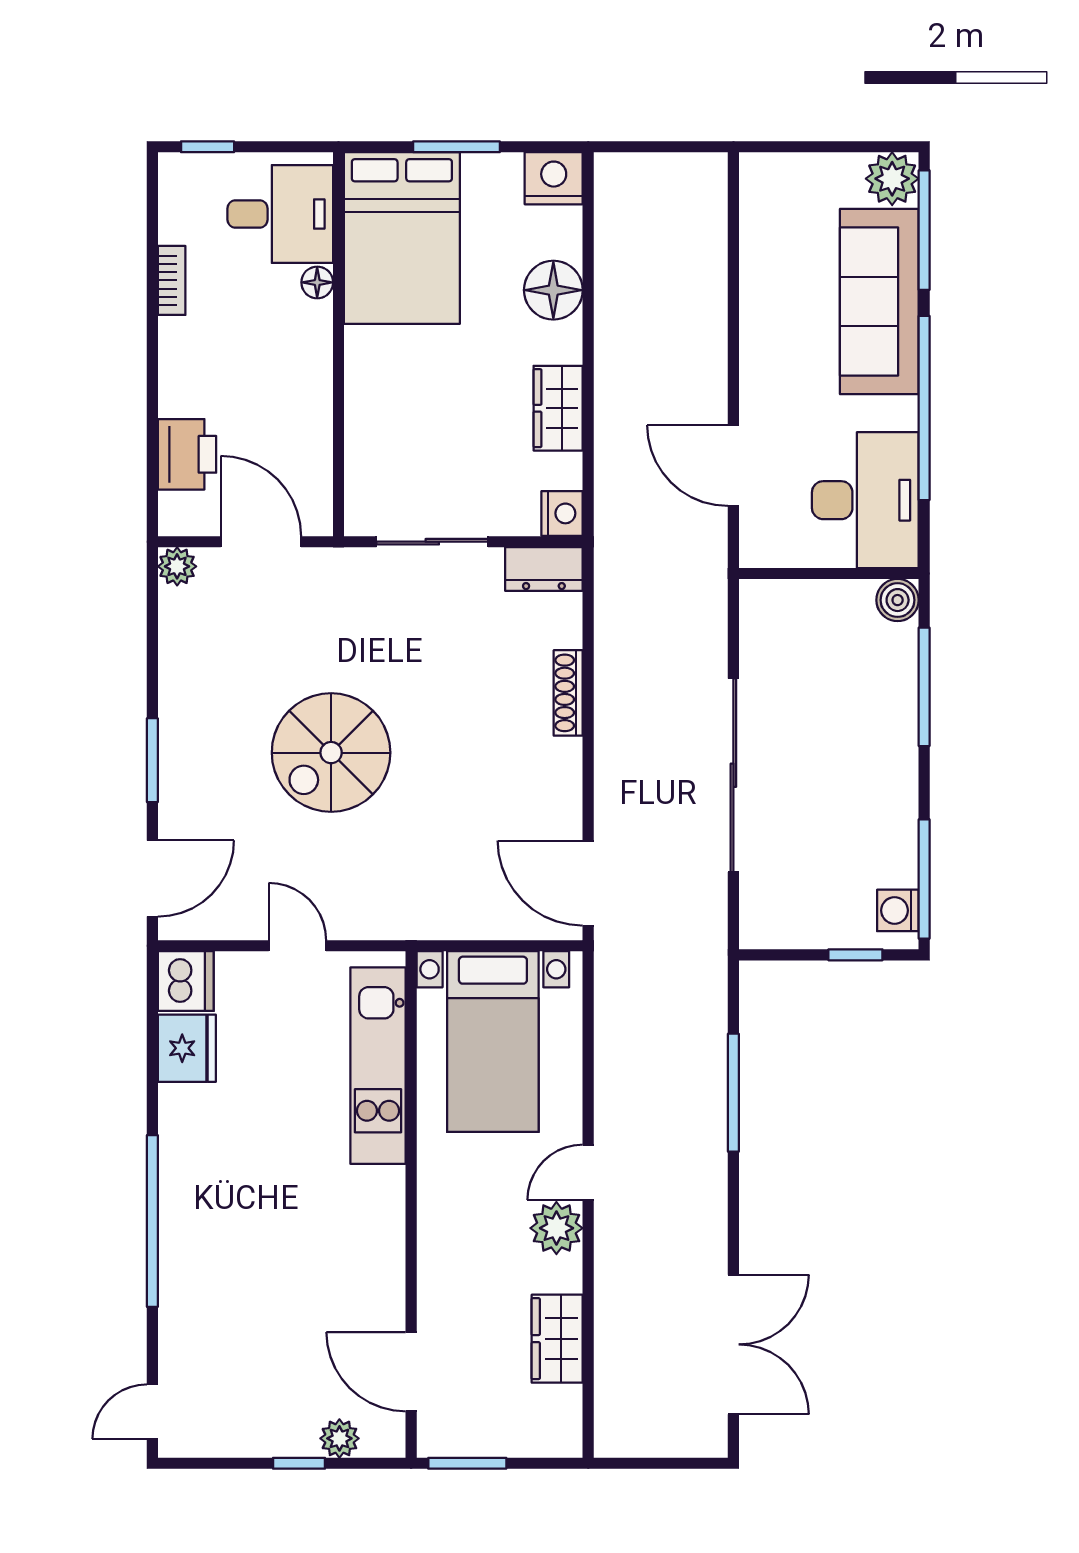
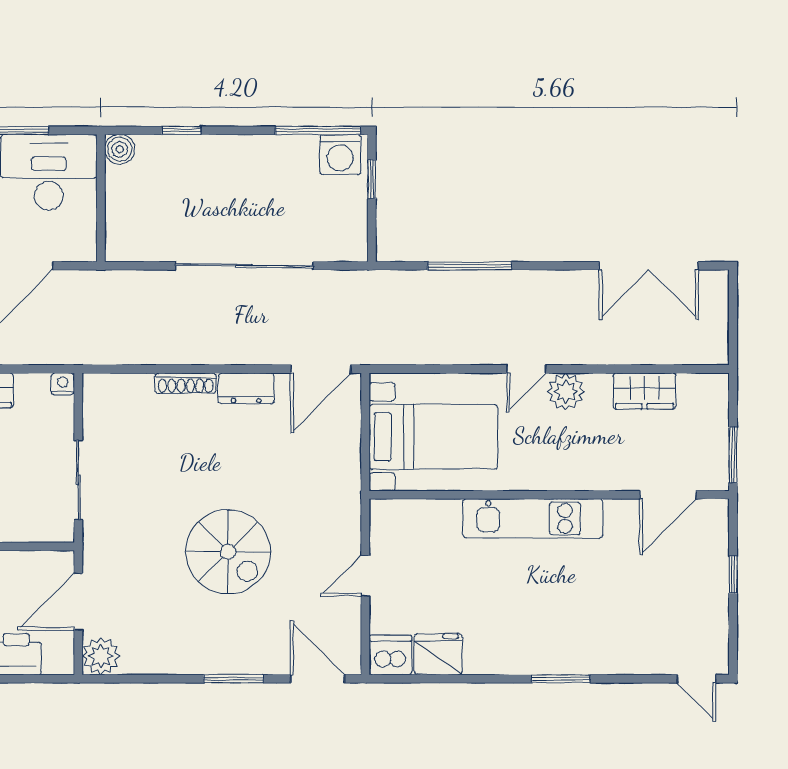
nightstand: (562, 513) -> (63, 384), width x0.72, depth x0.74
plant: (177, 566) -> (101, 656), width x1.38, depth x1.38
dresser: (544, 569) -> (246, 388), moved, turned 90
window: (924, 687) -> (181, 130), width x0.46
washing machine: (898, 910) -> (340, 155), width x1.38, depth x1.38
kitchen unit: (378, 1066) -> (533, 518), moved
door: (588, 1172) -> (526, 369), hinge flipped
window: (152, 1221) -> (561, 679), width x0.47
double door: (733, 1344) -> (649, 266), swing flipped
plant: (339, 1438) -> (715, 546), removed

